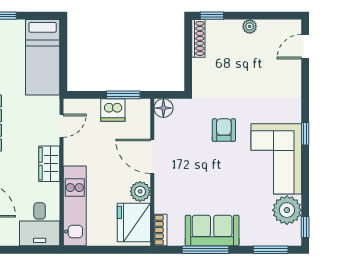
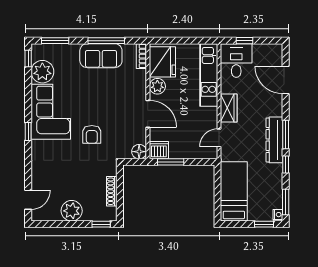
plant: (250, 26) -> (72, 211), width x1.88, depth x1.88
shoe rack: (198, 38) -> (112, 191), moved
dishwasher: (113, 110) -> (159, 150), moved
window: (29, 250) -> (245, 41), added

